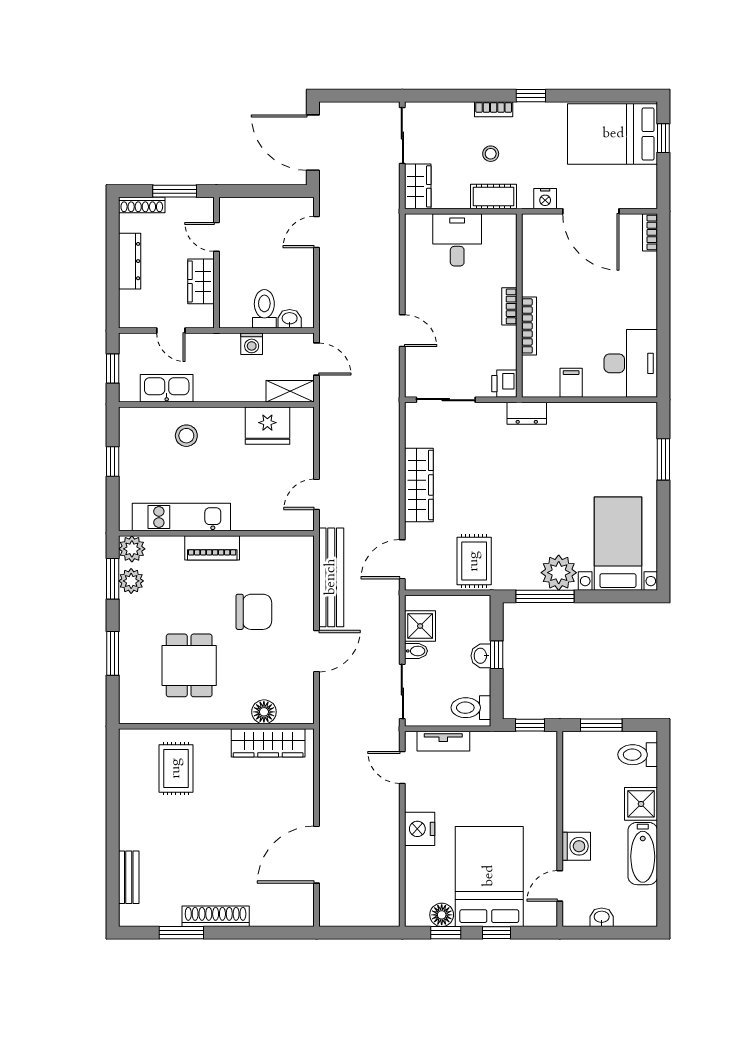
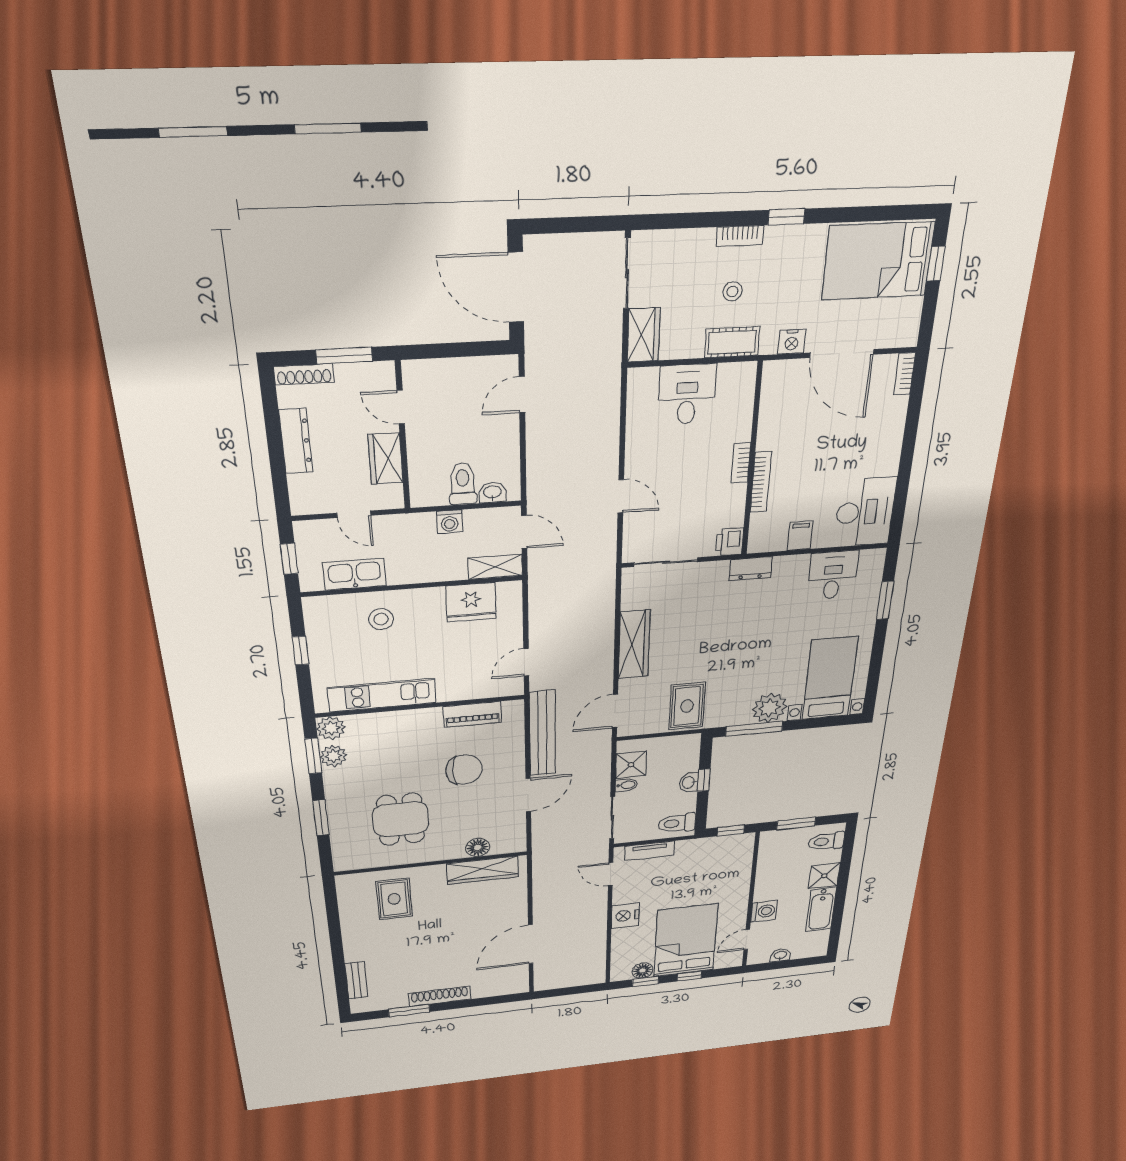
desk: (607, 427) -> (833, 575), added
piano: (212, 548) -> (473, 714), moved

